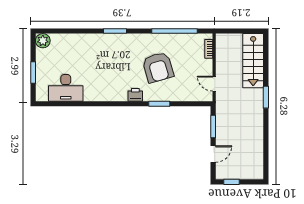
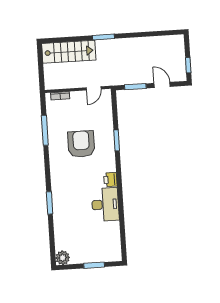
window: (115, 31) -> (50, 203), moved
window: (174, 31) -> (45, 130), width x0.68
armchair: (158, 67) -> (81, 144), turned -74
desk: (66, 88) -> (105, 204), moved
printer: (135, 95) -> (110, 180), moved

